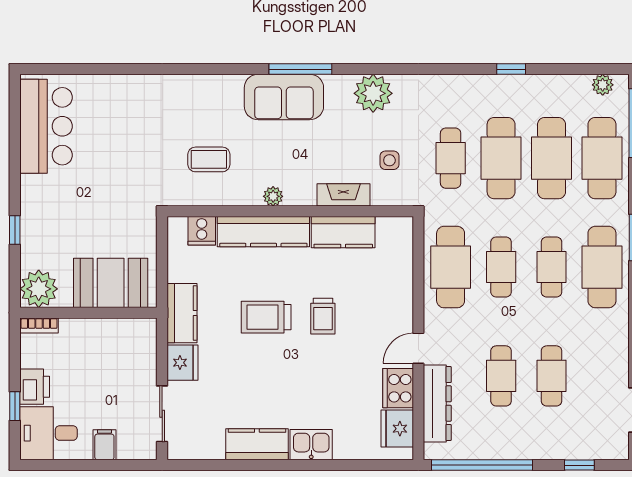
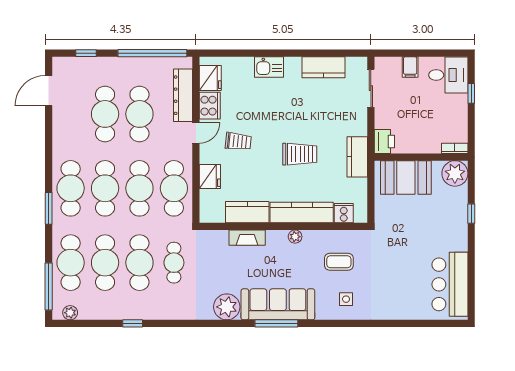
sofa: (284, 97) -> (278, 304), width x1.36
side table: (389, 160) -> (346, 299), moved
cafe table: (501, 267) -> (139, 188), width x1.37, depth x1.35
cafe table: (552, 267) -> (105, 188), width x1.37, depth x1.35
trolley: (323, 316) -> (238, 141), moved, turned 96
fridge: (182, 363) -> (210, 177), moved, turned 180
cafe table: (501, 376) -> (139, 114), width x1.37, depth x1.35
cafe table: (552, 376) -> (105, 114), width x1.37, depth x1.35
printer: (35, 387) -> (384, 142), moved, turned 180
kitchen counter: (257, 444) -> (323, 67), moved

